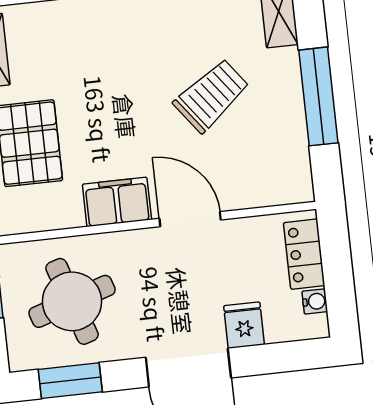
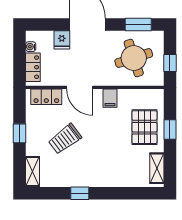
window: (318, 96) -> (20, 133), width x0.46
locker: (266, 189) -> (46, 97), added
filing cabinet: (117, 202) -> (110, 98), width x0.50

